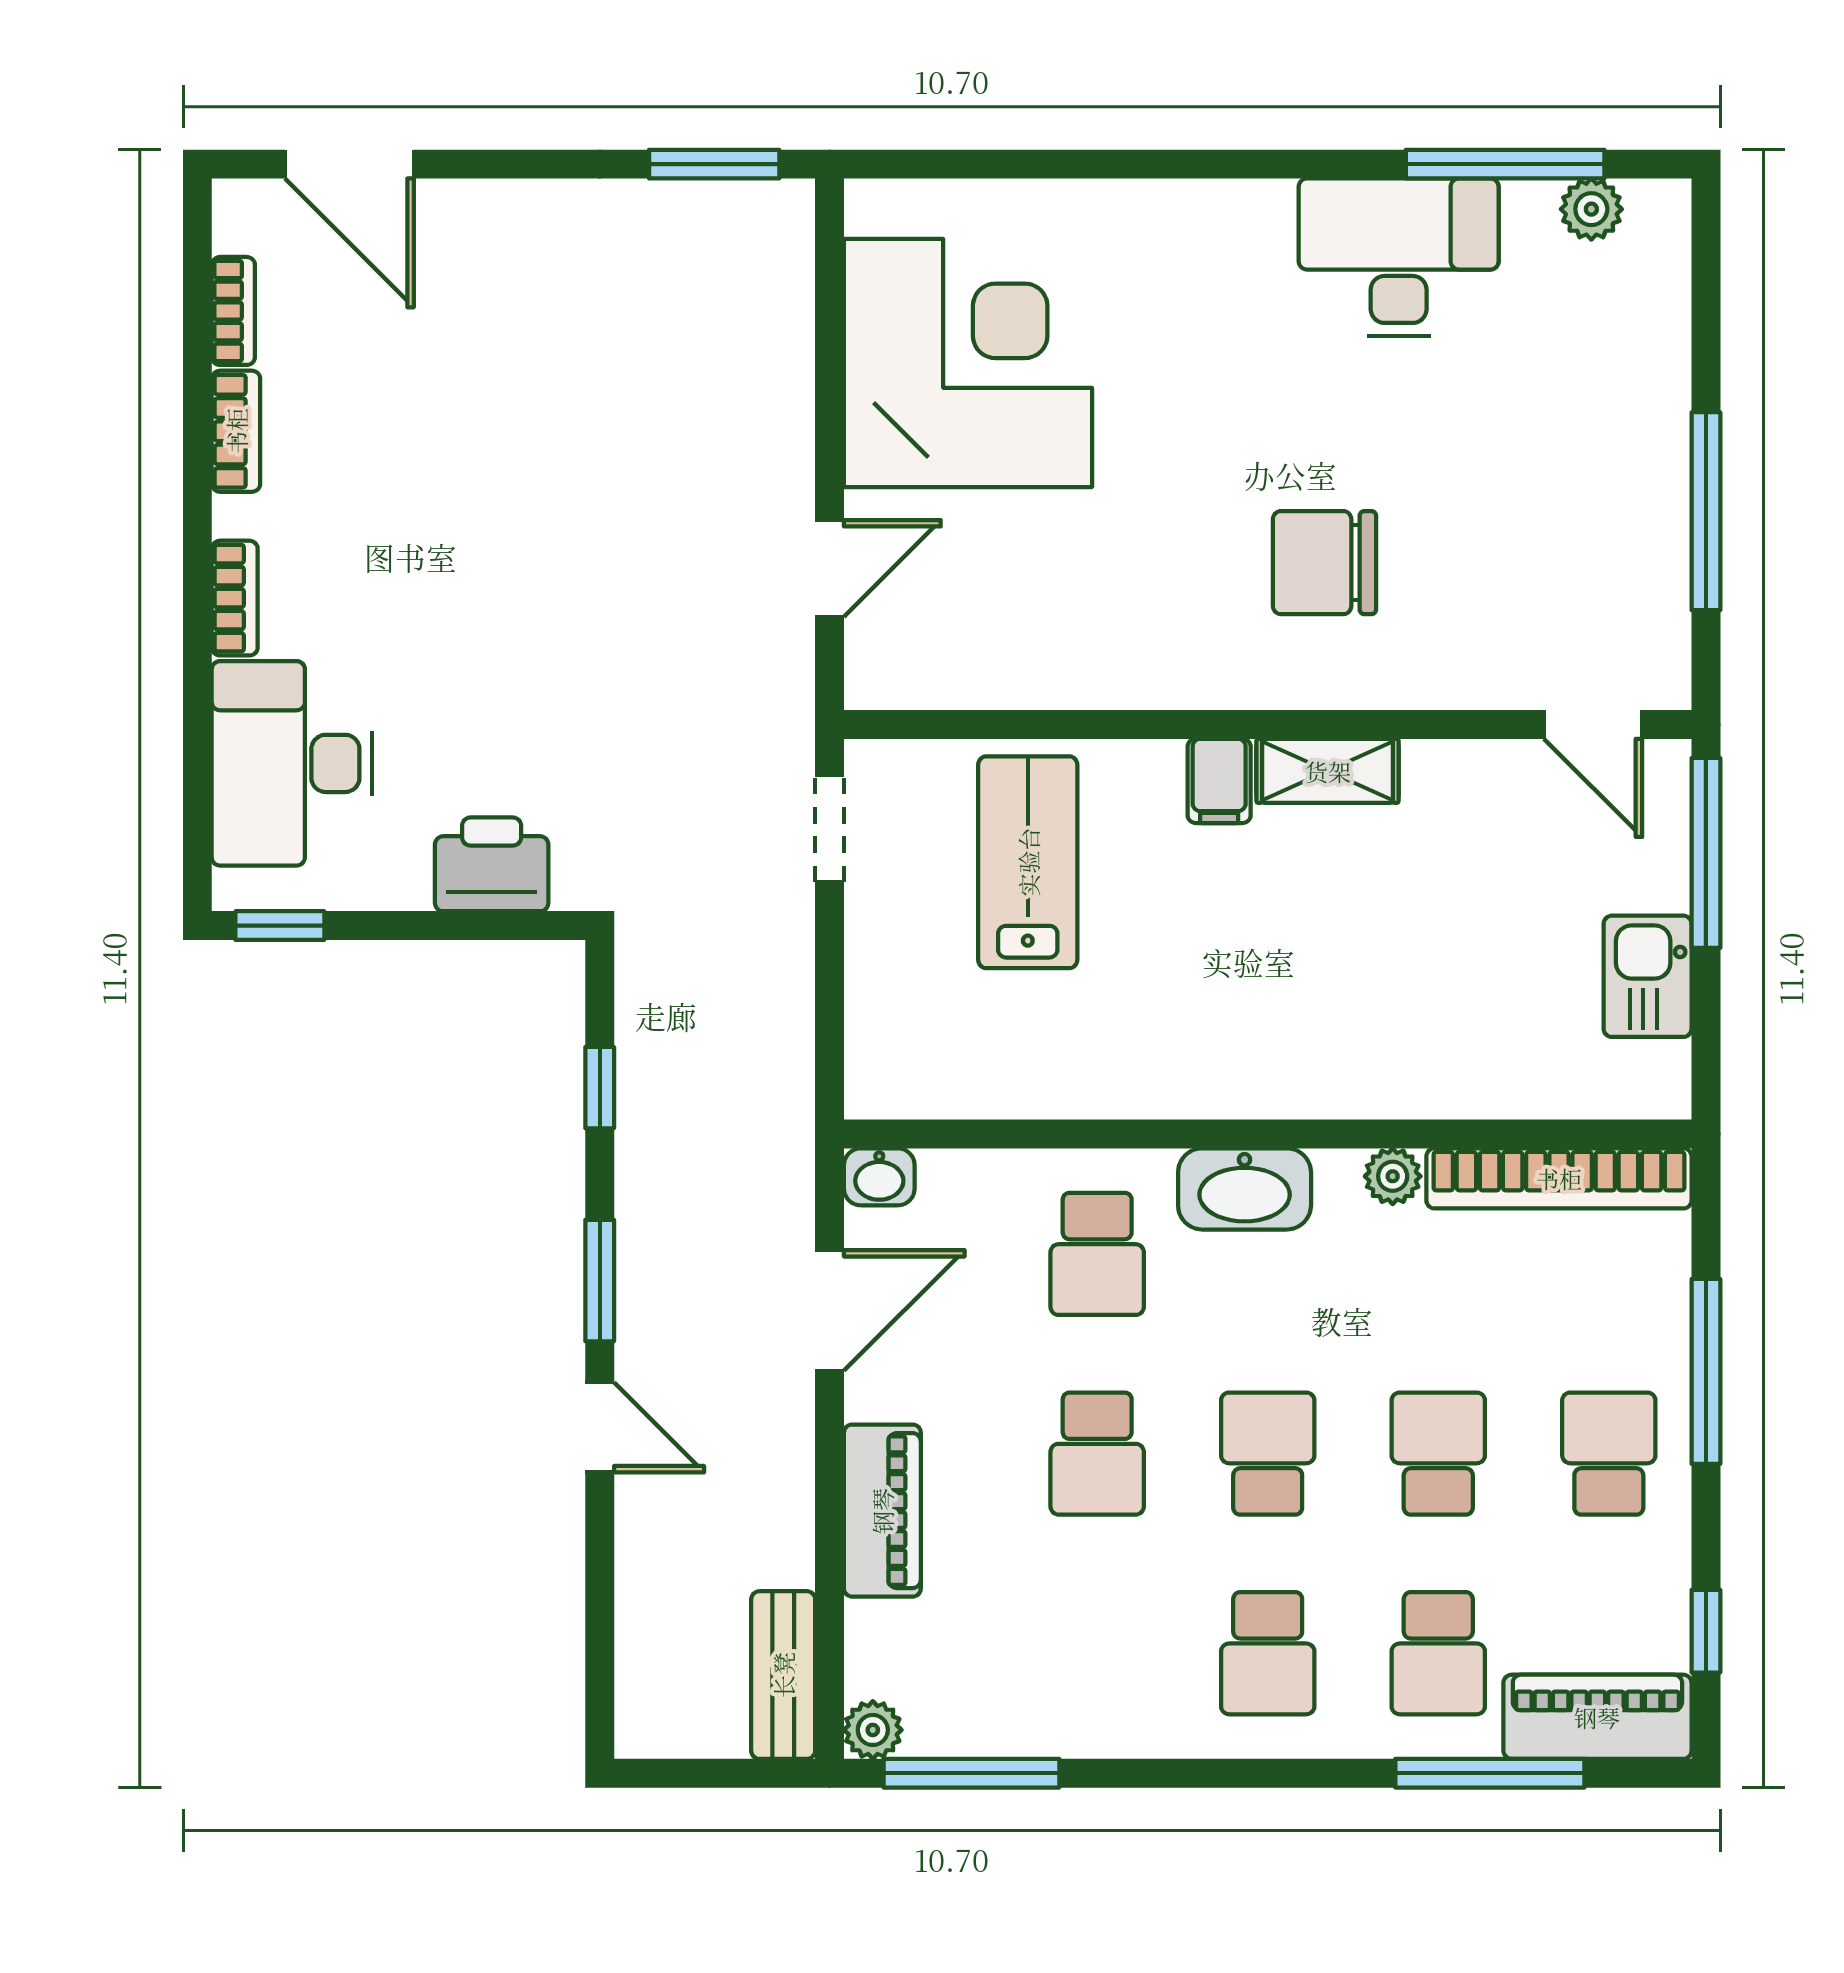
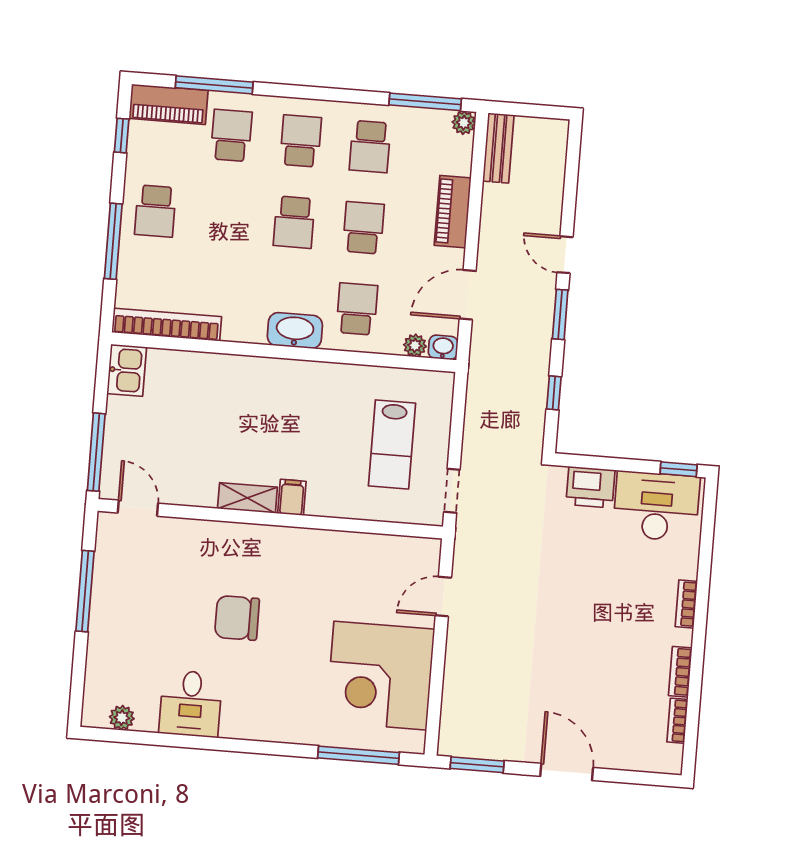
door: (349, 164) -> (567, 772), moved
window: (1505, 164) -> (358, 755), moved
desk: (1399, 257) -> (191, 704), width x0.73
chair: (1324, 563) -> (237, 618), moved, turned 180
desk: (292, 763) -> (656, 506), moved, turned -90
lab bench: (1028, 862) -> (392, 445), moved
kitchen sink: (1648, 976) -> (127, 370), moved
plant: (1393, 1176) -> (415, 345), moved
school desk: (1438, 1454) -> (370, 147), moved

